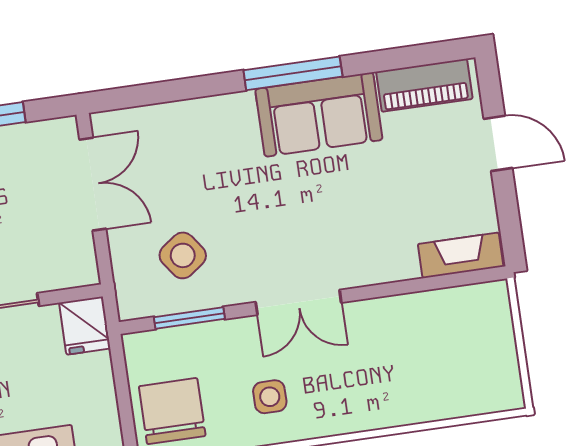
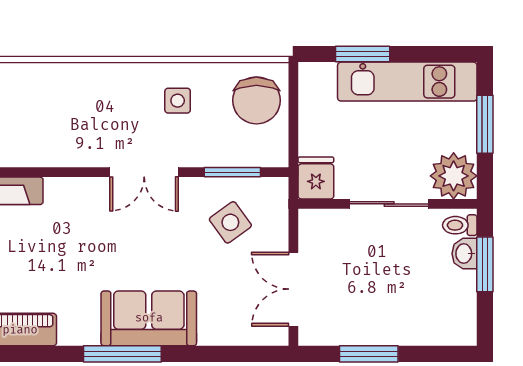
sofa: (319, 114) -> (149, 318), moved
double door: (298, 302) -> (144, 172), swing flipped

